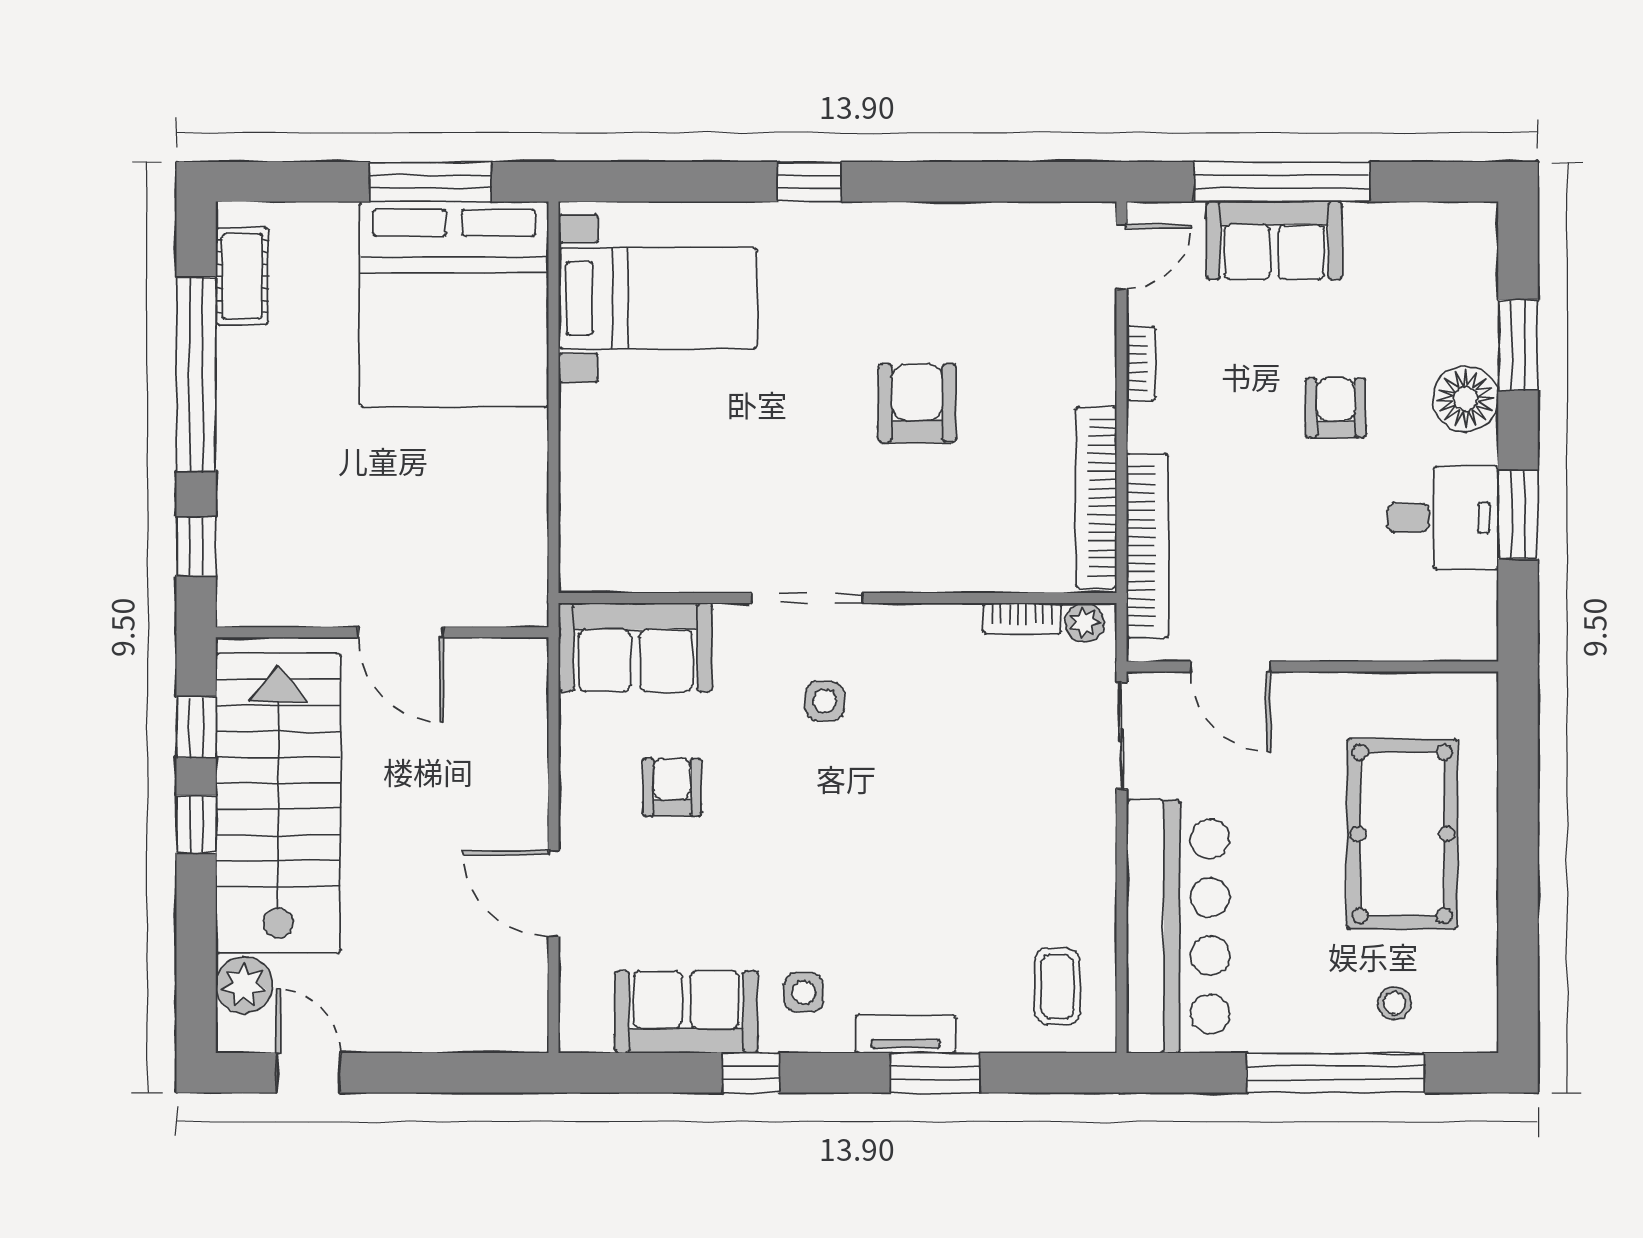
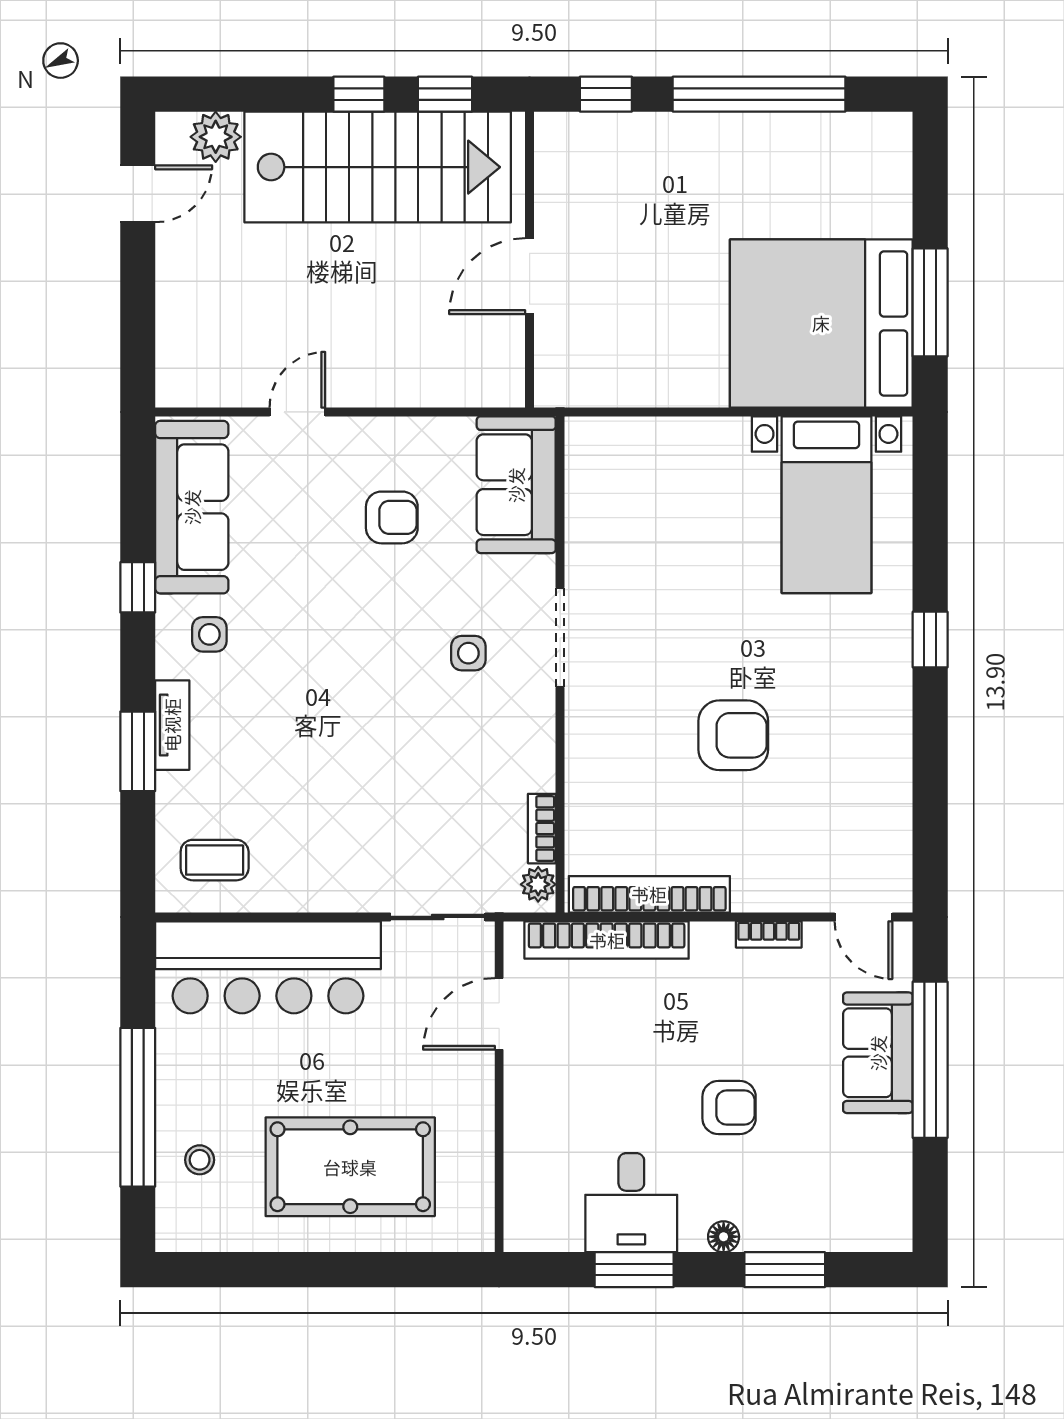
cot: (242, 276) -> (846, 135), removed
floor lamp: (1466, 399) -> (724, 1237), width x0.53, depth x0.53
door: (554, 893) -> (297, 412), width x0.73
sofa: (686, 1012) -> (192, 507), width x1.36

